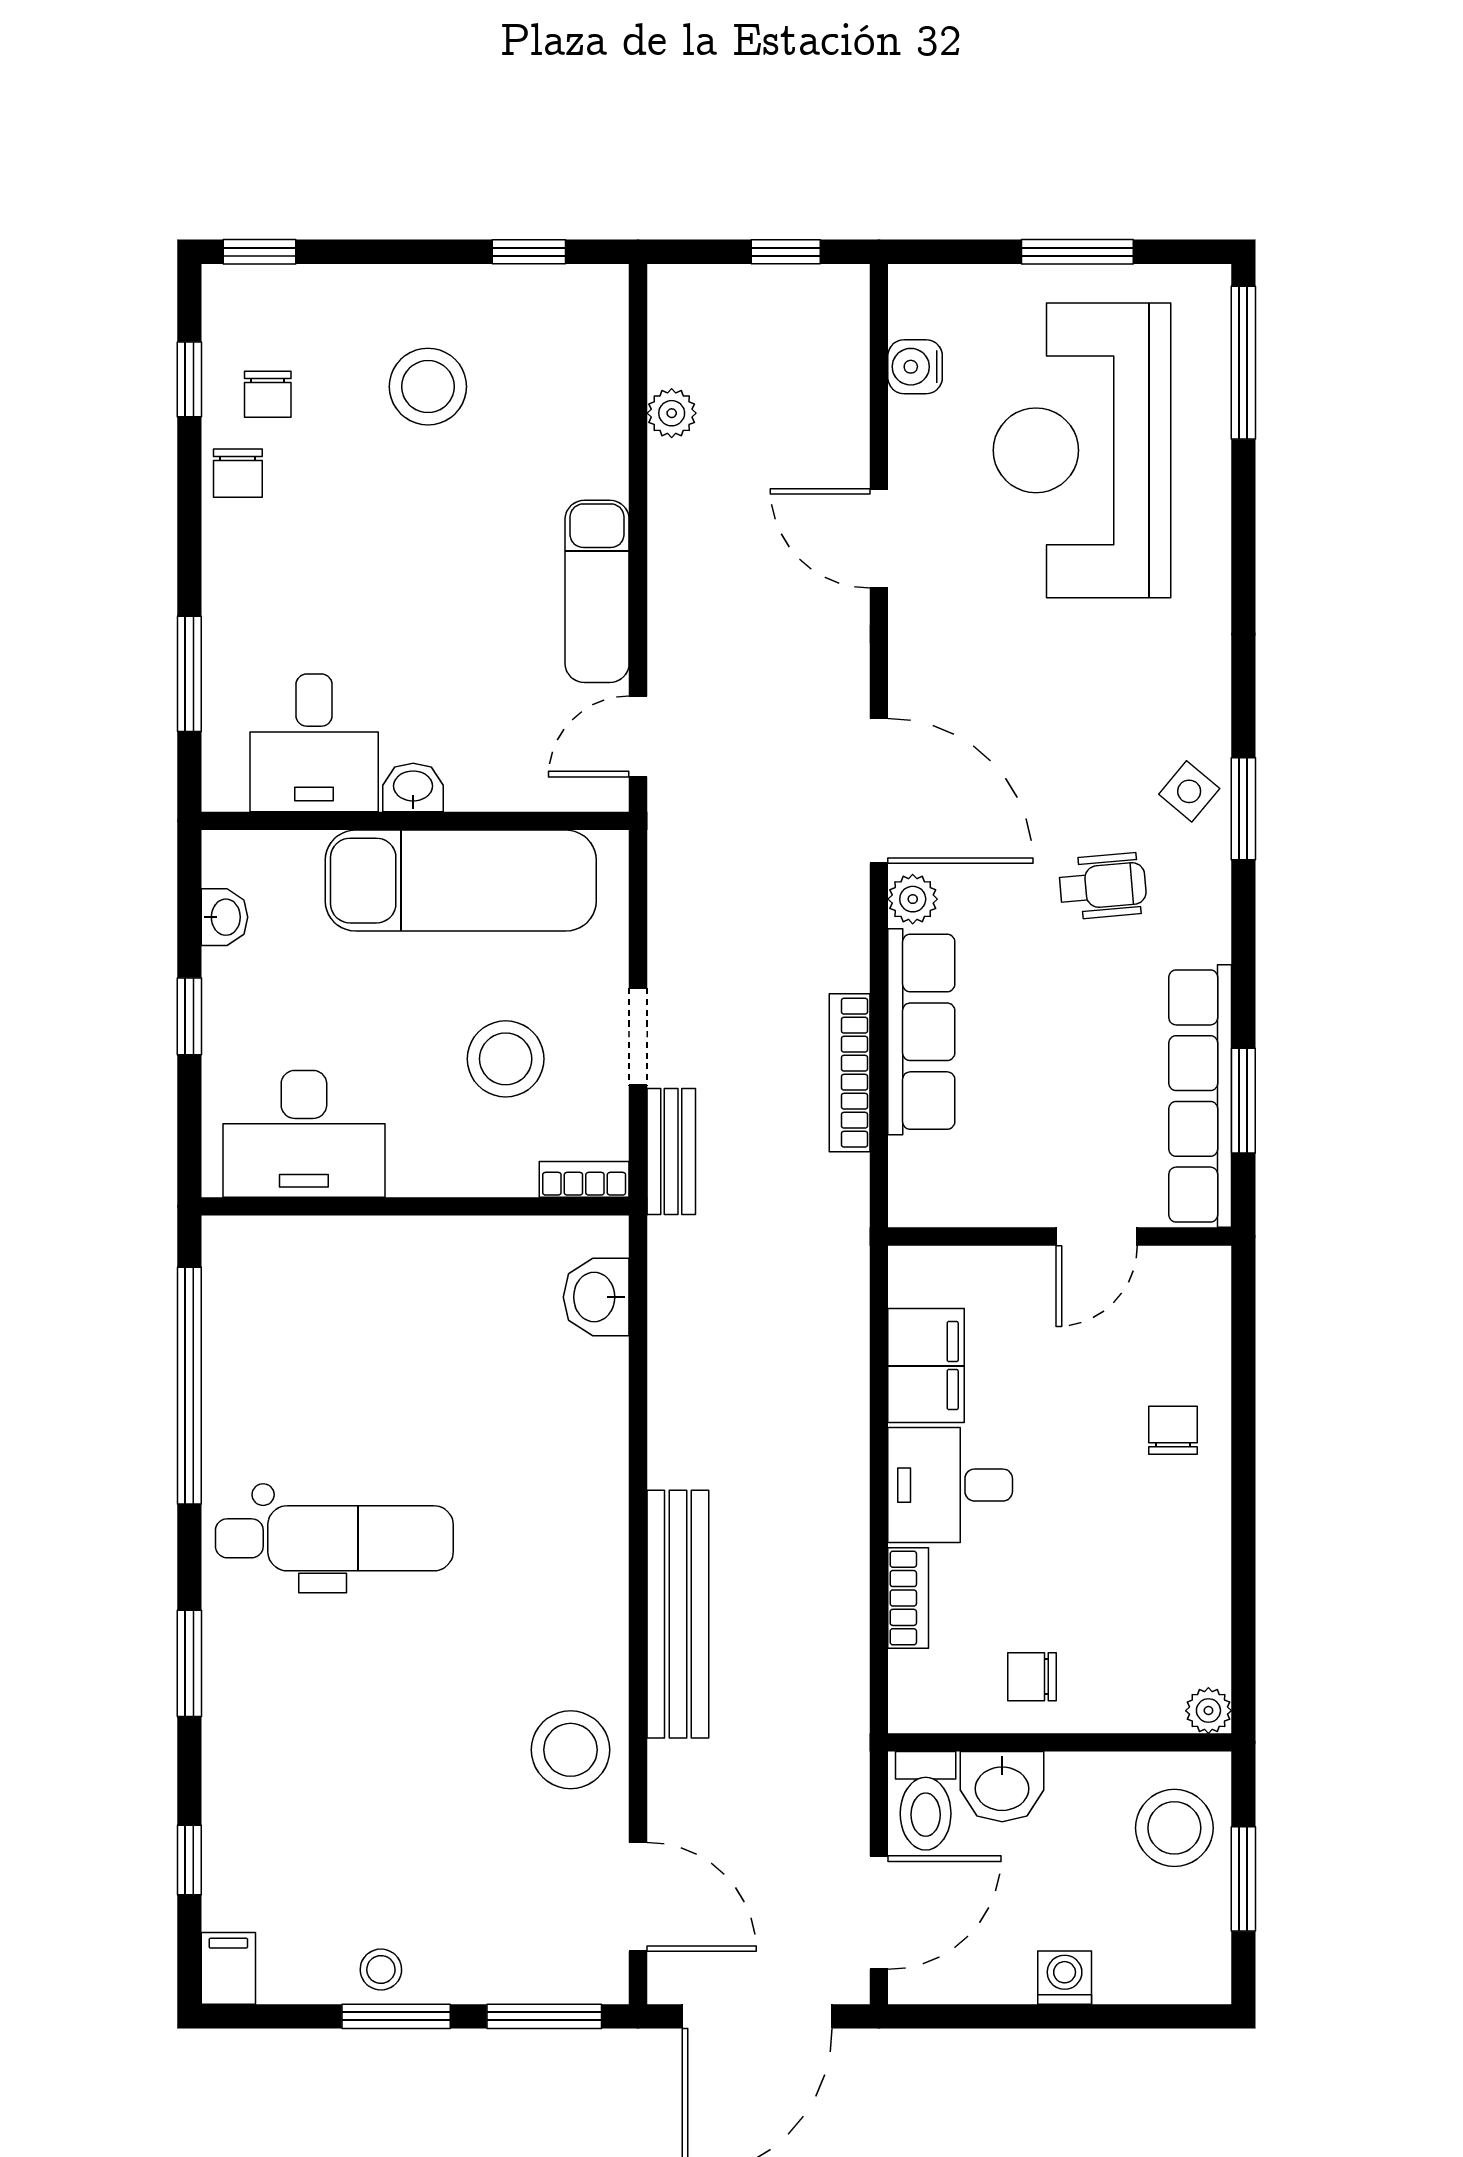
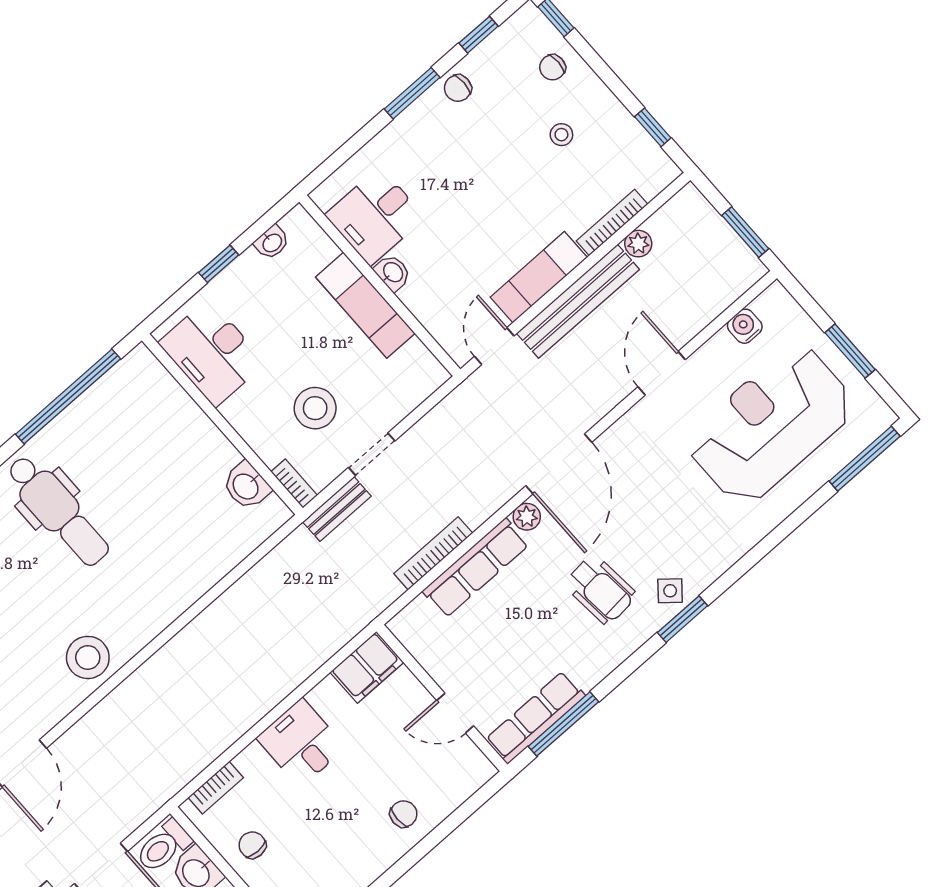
window: (786, 252) -> (745, 232), width x1.50
stool: (428, 387) -> (561, 135), width x0.53, depth x0.53
chair: (268, 394) -> (552, 67), moved
bookcase: (611, 424) -> (612, 222), added
window: (189, 674) -> (412, 93), moved
door: (638, 736) -> (494, 346), hinge flipped
exam couch: (461, 881) -> (365, 305), width x0.73, depth x0.69
wheelchair: (1103, 886) -> (600, 590), width x1.36, depth x1.37
row of seats: (1200, 1096) -> (535, 717), width x0.73
window: (1243, 1101) -> (563, 724), width x1.44
washbasin: (596, 1297) -> (246, 486), moved, turned -90
filing cabinet: (926, 1366) -> (367, 667), moved
bookcase: (908, 1598) -> (216, 788), moved
bench: (678, 1614) -> (578, 301), moved
stool: (571, 1750) -> (88, 657), moved

